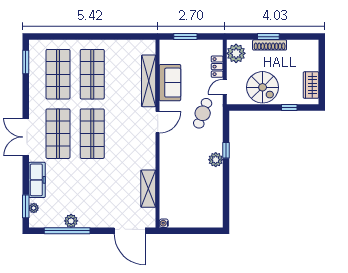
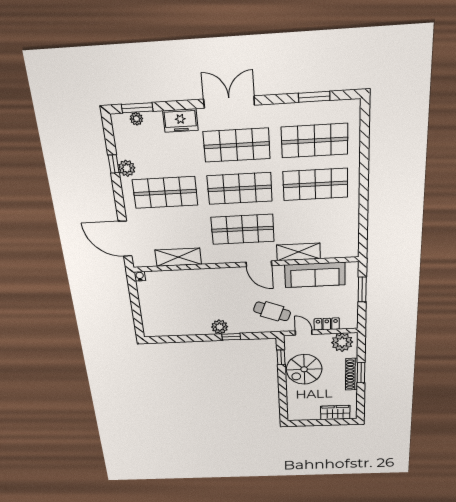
window: (26, 62) -> (314, 97), moved
shelving: (149, 81) -> (298, 252), width x0.68
sofa: (170, 83) -> (315, 275), width x1.36
wardrobe: (311, 85) -> (335, 412), moved
window: (289, 108) -> (281, 357), moved
shop shelf: (127, 134) -> (243, 229), added
freezer: (37, 180) -> (180, 121), width x0.71
shop shelf: (92, 193) -> (165, 192), added
window: (67, 231) -> (114, 164), width x0.32
door: (130, 231) -> (125, 239), hinge flipped

